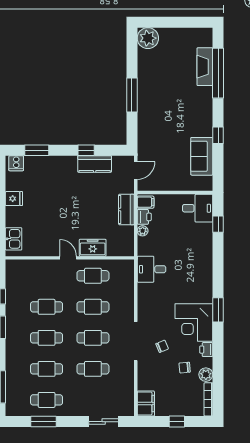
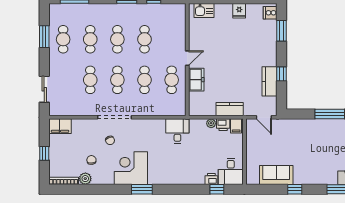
printer: (206, 350) -> (211, 179), moved

